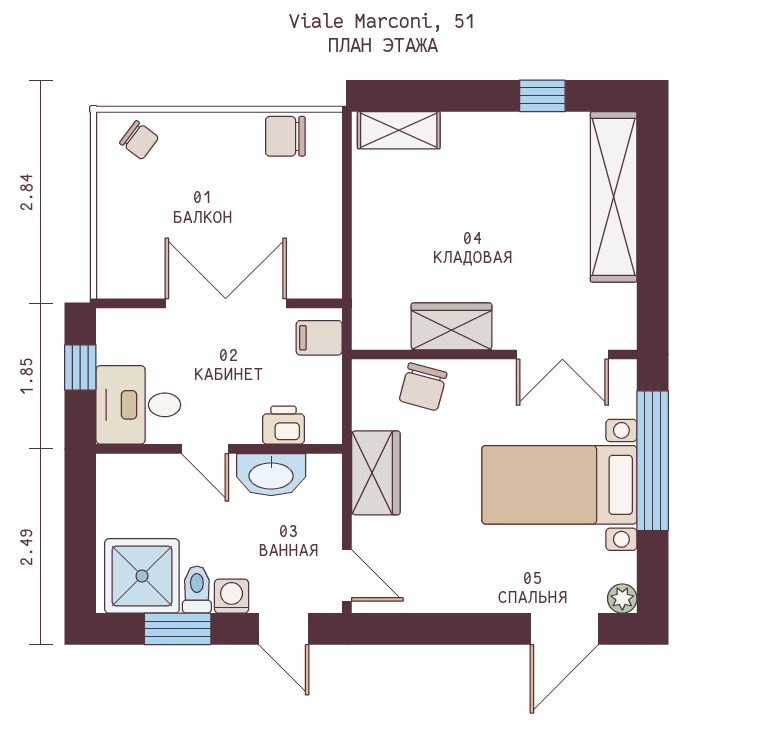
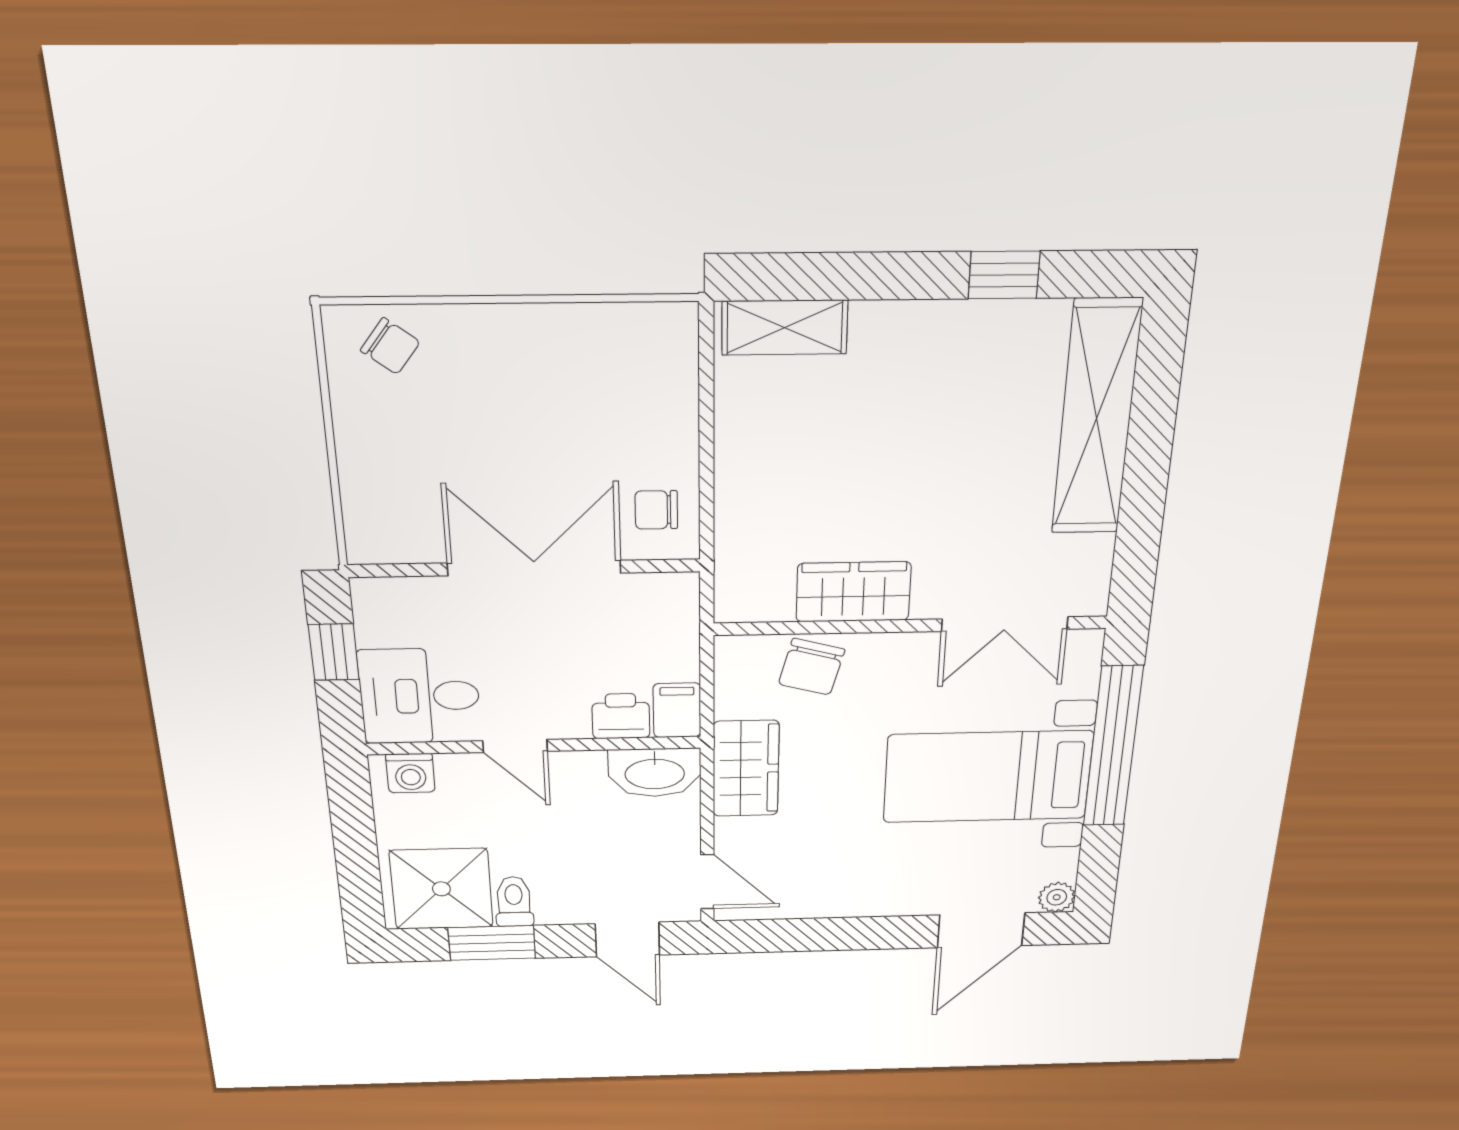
chair: (285, 136) -> (656, 510), moved, width x0.73, depth x0.73
filing cabinet: (319, 338) -> (677, 710), moved, turned 90
washbasin: (271, 475) -> (655, 773), moved
washing machine: (232, 596) -> (410, 773), moved, turned 180

